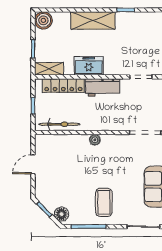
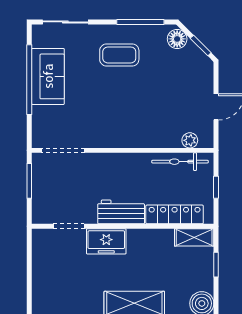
freezer: (89, 66) -> (106, 241), moved
plant: (95, 140) -> (190, 140), moved
coffee table: (104, 202) -> (119, 55), turned 90

